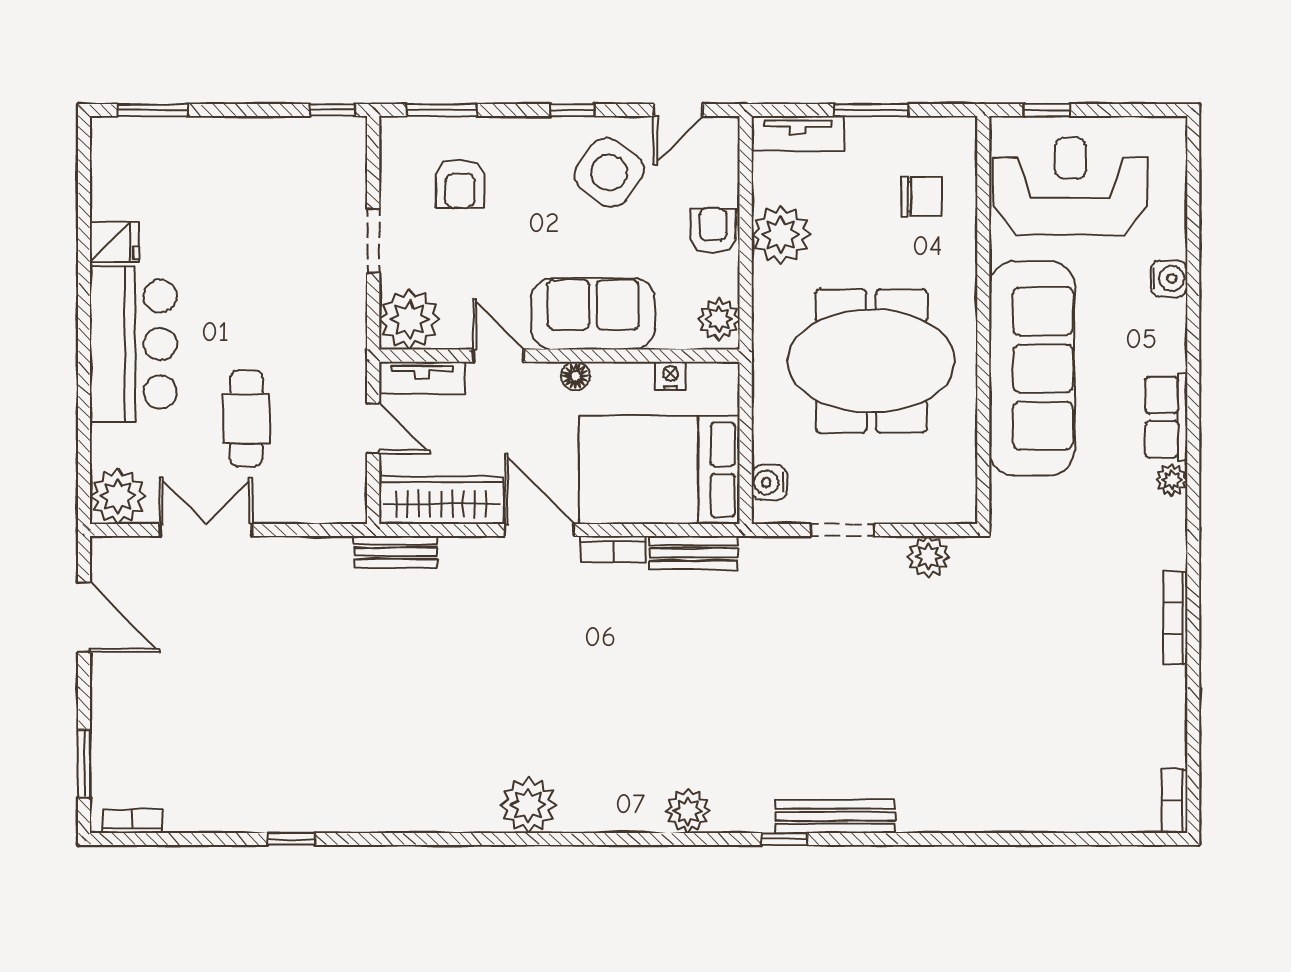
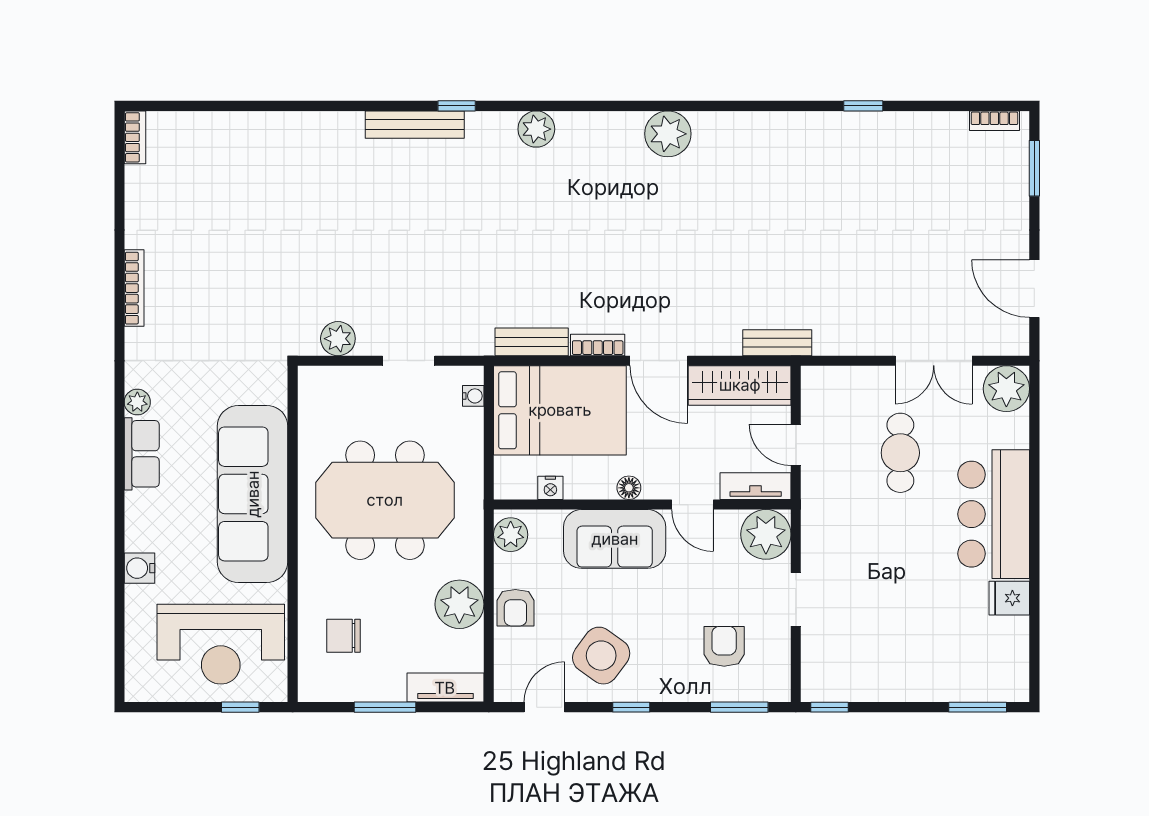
water cooler: (769, 482) -> (473, 396), width x0.72, depth x0.72

